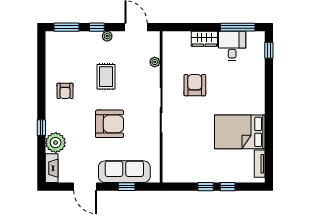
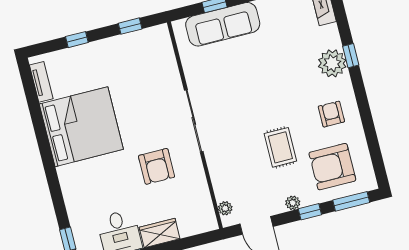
plant: (155, 62) -> (225, 208), moved
armchair: (110, 124) -> (332, 167), moved
bed: (240, 132) -> (81, 127), width x1.36
plant: (56, 143) -> (332, 63), moved
window: (206, 187) -> (130, 26), moved

